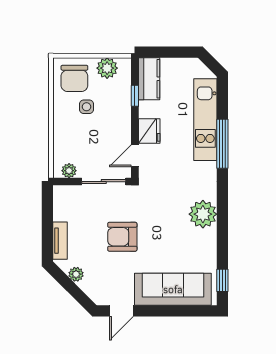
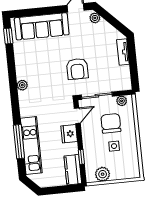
chair: (74, 78) -> (111, 123), moved
window: (222, 144) -> (19, 142), moved
plant: (203, 214) -> (22, 85), width x0.53, depth x0.53
armchair: (122, 237) -> (77, 69), moved, turned 90
plant: (76, 274) -> (95, 18), moved

